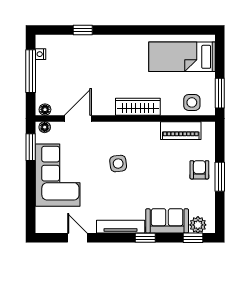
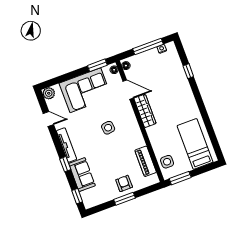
wardrobe: (138, 107) -> (145, 111), moved
armchair: (199, 170) -> (124, 183), turned -90
plant: (198, 225) -> (49, 93), moved
door: (77, 238) -> (48, 119), hinge flipped

